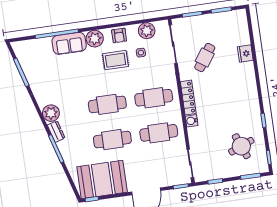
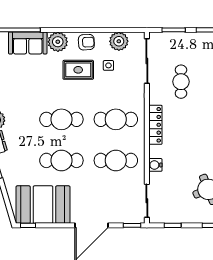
armchair: (119, 35) -> (86, 42), turned -93
cafe table: (205, 58) -> (181, 82), turned -35
water cooler: (192, 121) -> (155, 165), moved

